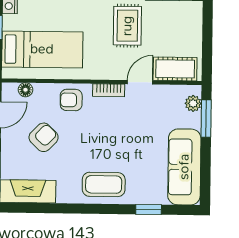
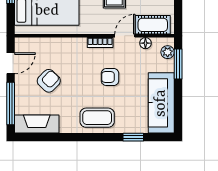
floor lamp: (25, 90) -> (145, 43), moved
armchair: (71, 100) -> (110, 77), moved

